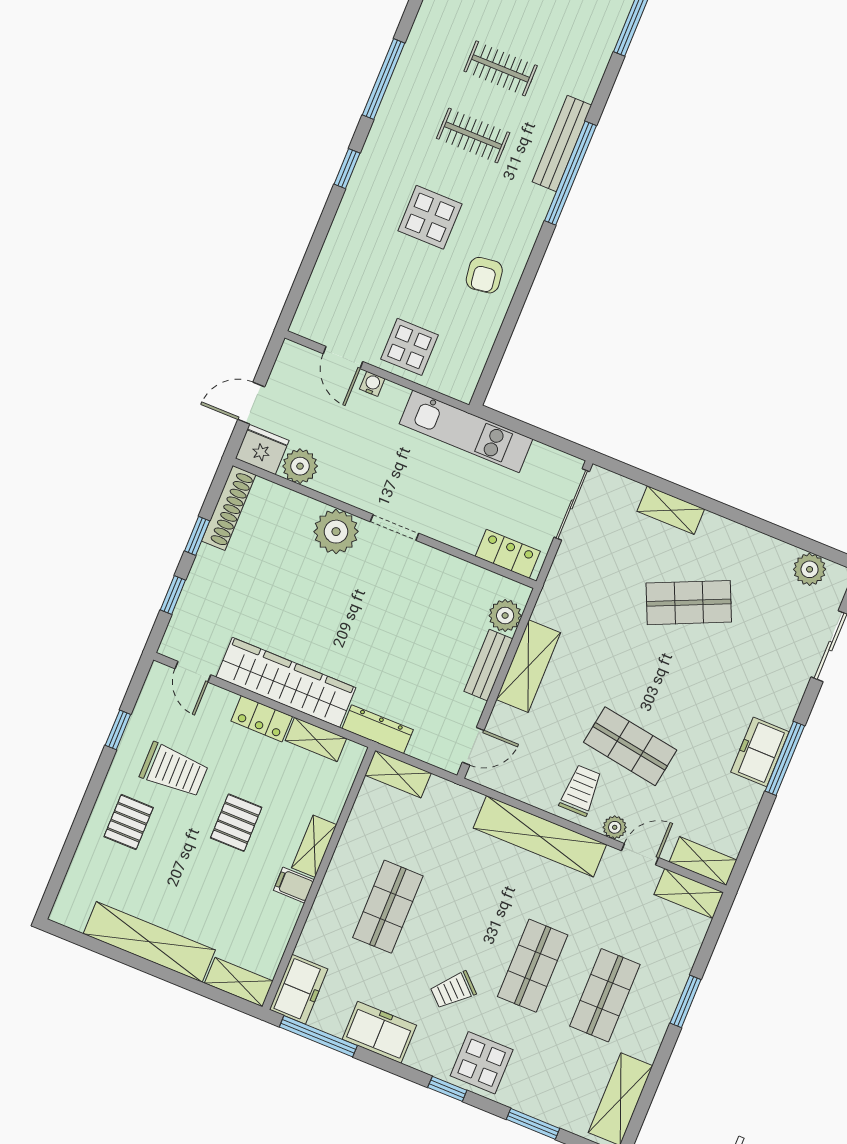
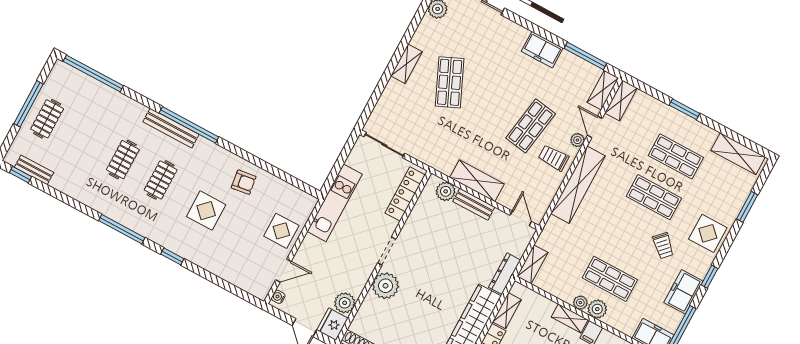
water cooler: (372, 384) -> (278, 297), moved
shelving: (671, 510) -> (407, 64), moved
locker: (508, 554) -> (405, 194), width x1.53
window: (785, 758) -> (585, 56), moved
plant: (343, 861) -> (580, 303), added
plant: (335, 891) -> (597, 309), added
window: (447, 1089) -> (710, 277), moved

